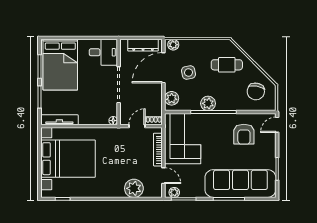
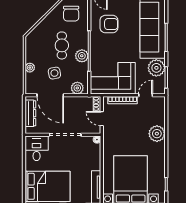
plant: (173, 45) -> (30, 68), moved
cafe table: (227, 65) -> (62, 45), moved
chair: (256, 91) -> (71, 14), turned 80
plant: (134, 188) -> (157, 134), moved
plant: (174, 192) -> (156, 68), moved, width x1.88, depth x1.88

